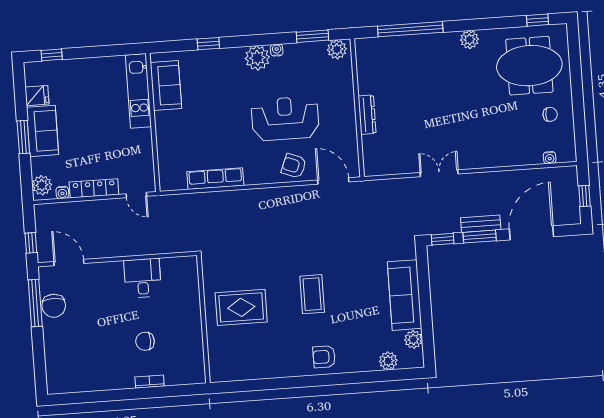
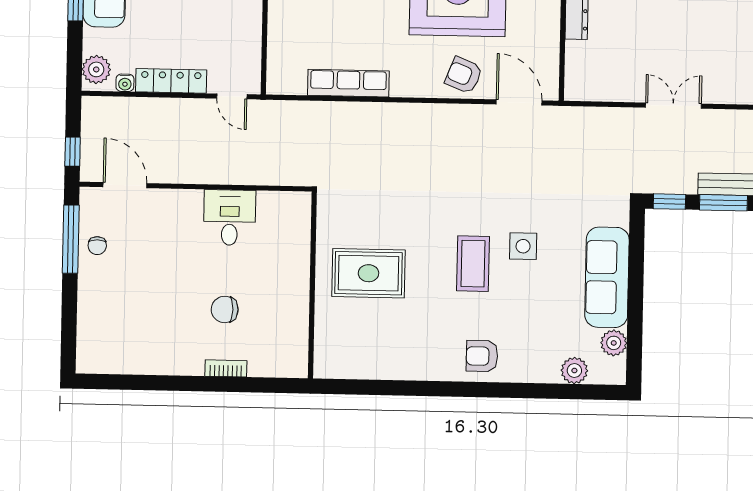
side table: (345, 279) -> (523, 246), added
chair: (54, 306) -> (97, 246), width x0.54, depth x0.54

